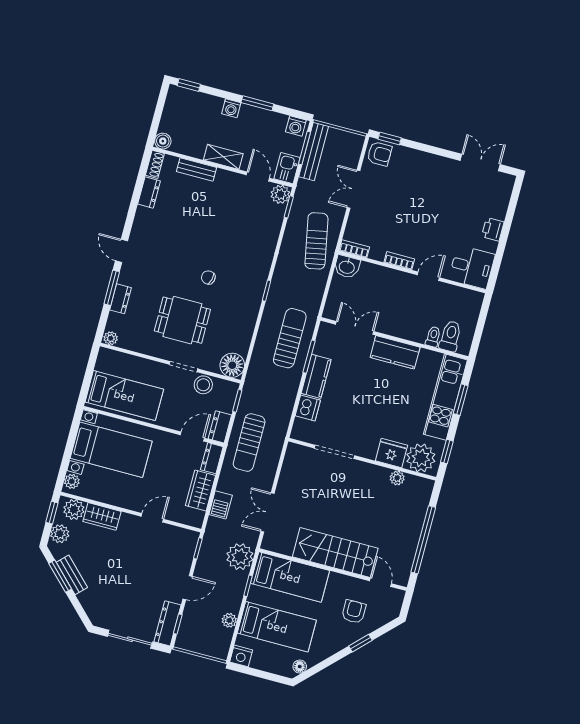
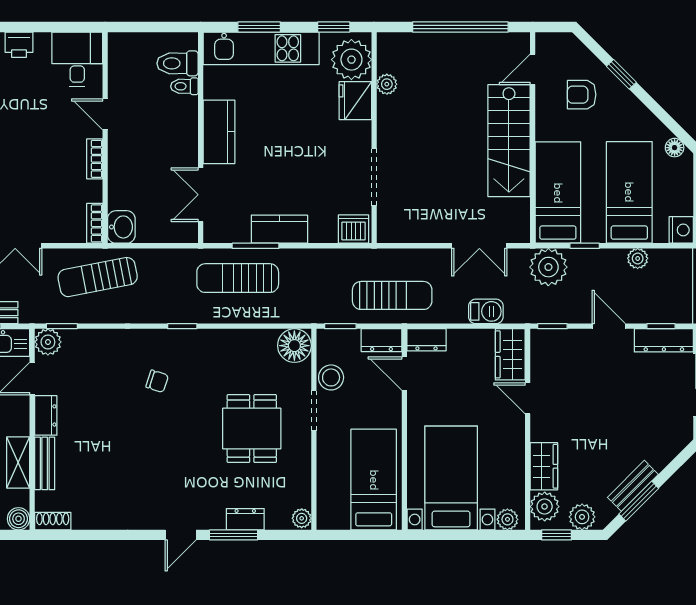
shelving: (223, 157) -> (18, 462), moved
dresser: (149, 193) -> (46, 415), moved, turned 90
chair: (208, 277) -> (157, 381), moved, turned -85
dishwasher: (308, 408) -> (353, 229), moved
wardrobe: (200, 490) -> (510, 354), moved, turned 90

